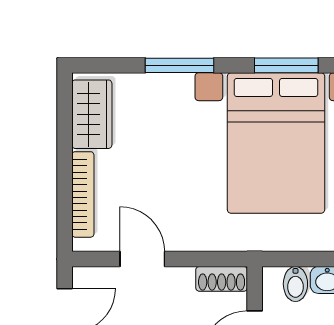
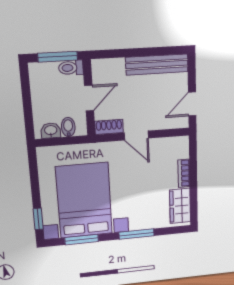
bookcase: (83, 194) -> (184, 173), width x0.64
door: (142, 259) -> (136, 136), moved

